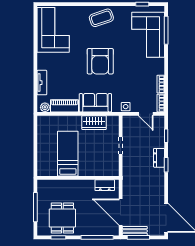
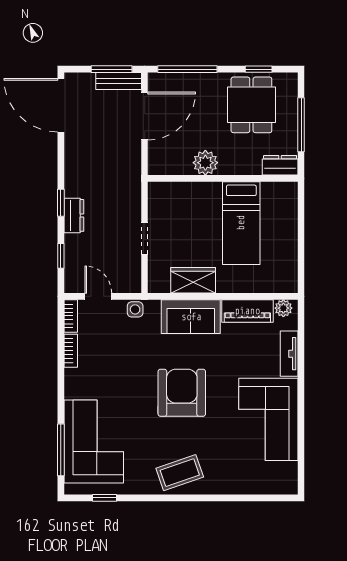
corner sofa: (53, 30) -> (268, 419), moved
dresser: (105, 185) -> (280, 165), moved
plant: (87, 187) -> (205, 163), added
door: (121, 212) -> (145, 116), hinge flipped

